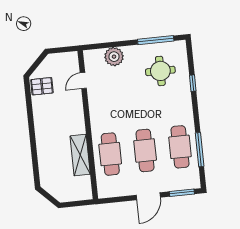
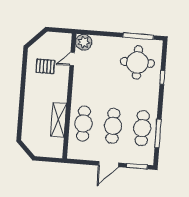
plant: (114, 57) -> (84, 42), moved
round table: (160, 71) -> (137, 62), width x1.36, depth x1.36
pallet: (42, 86) -> (45, 66), moved

